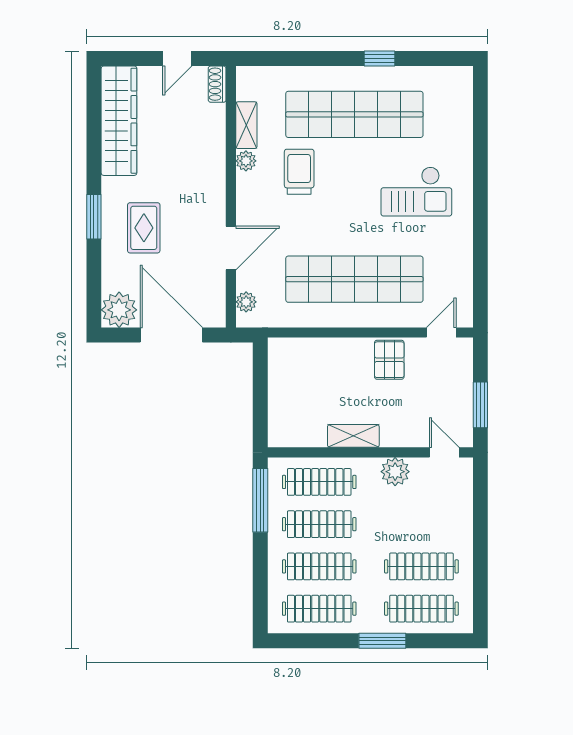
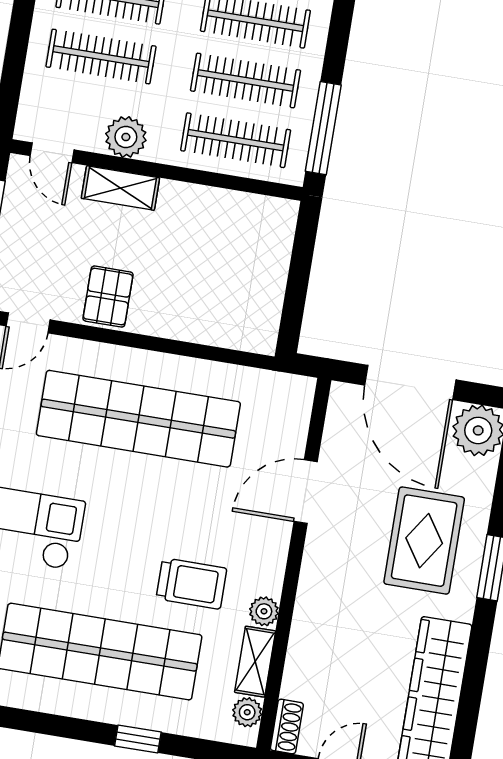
window: (380, 59) -> (138, 739), moved
trolley: (299, 172) -> (191, 584), turned -90
rug: (144, 228) -> (424, 541), width x1.36, depth x1.43
plant: (246, 302) -> (247, 712), moved
shelving: (353, 436) -> (120, 188), moved
clothes rail: (421, 524) -> (101, 57), added

